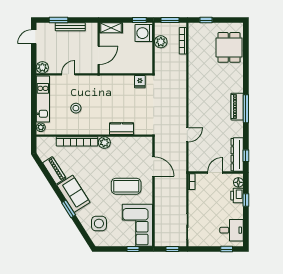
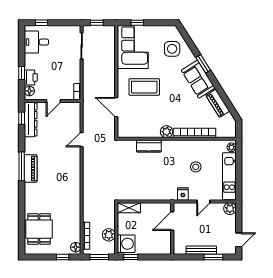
shelving: (111, 28) -> (129, 208), moved
floor lamp: (193, 30) -> (76, 247), added
fridge: (140, 82) -> (183, 194), moved

